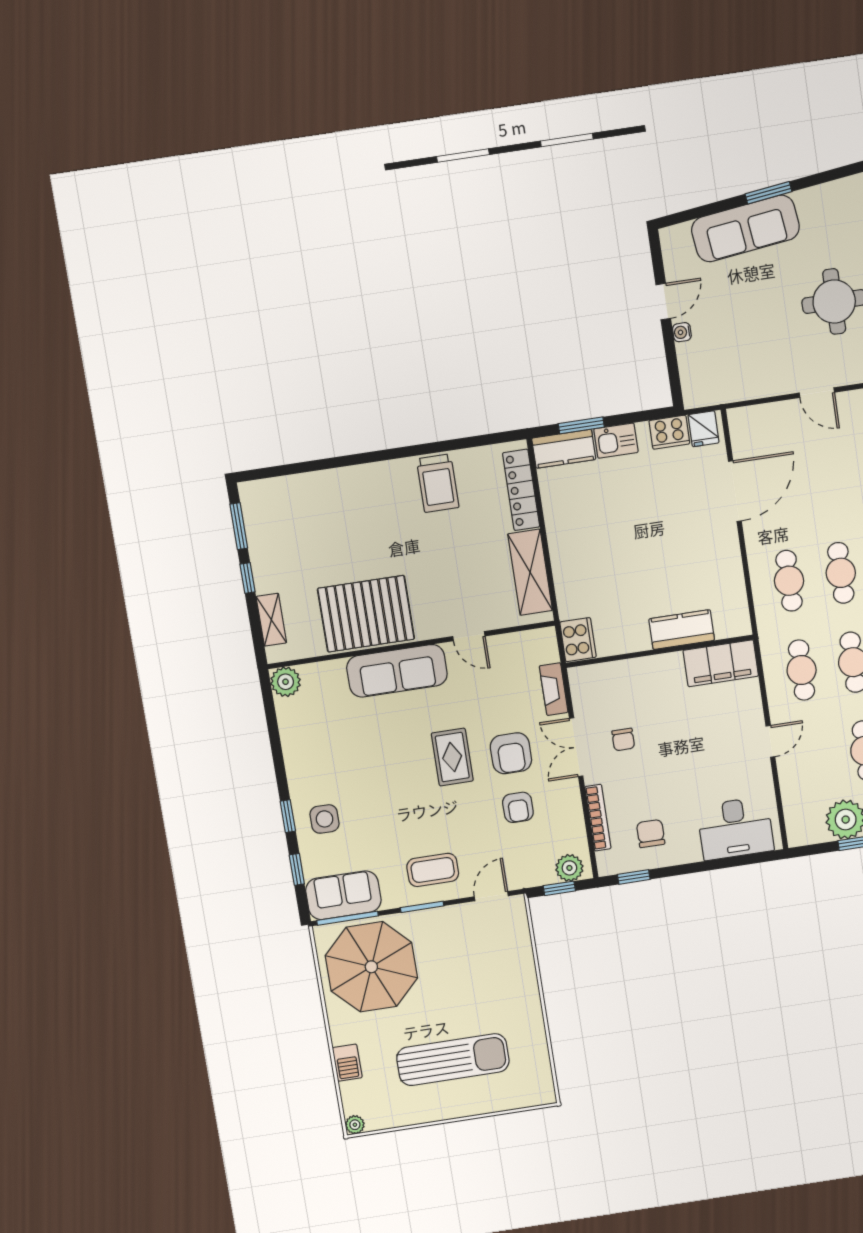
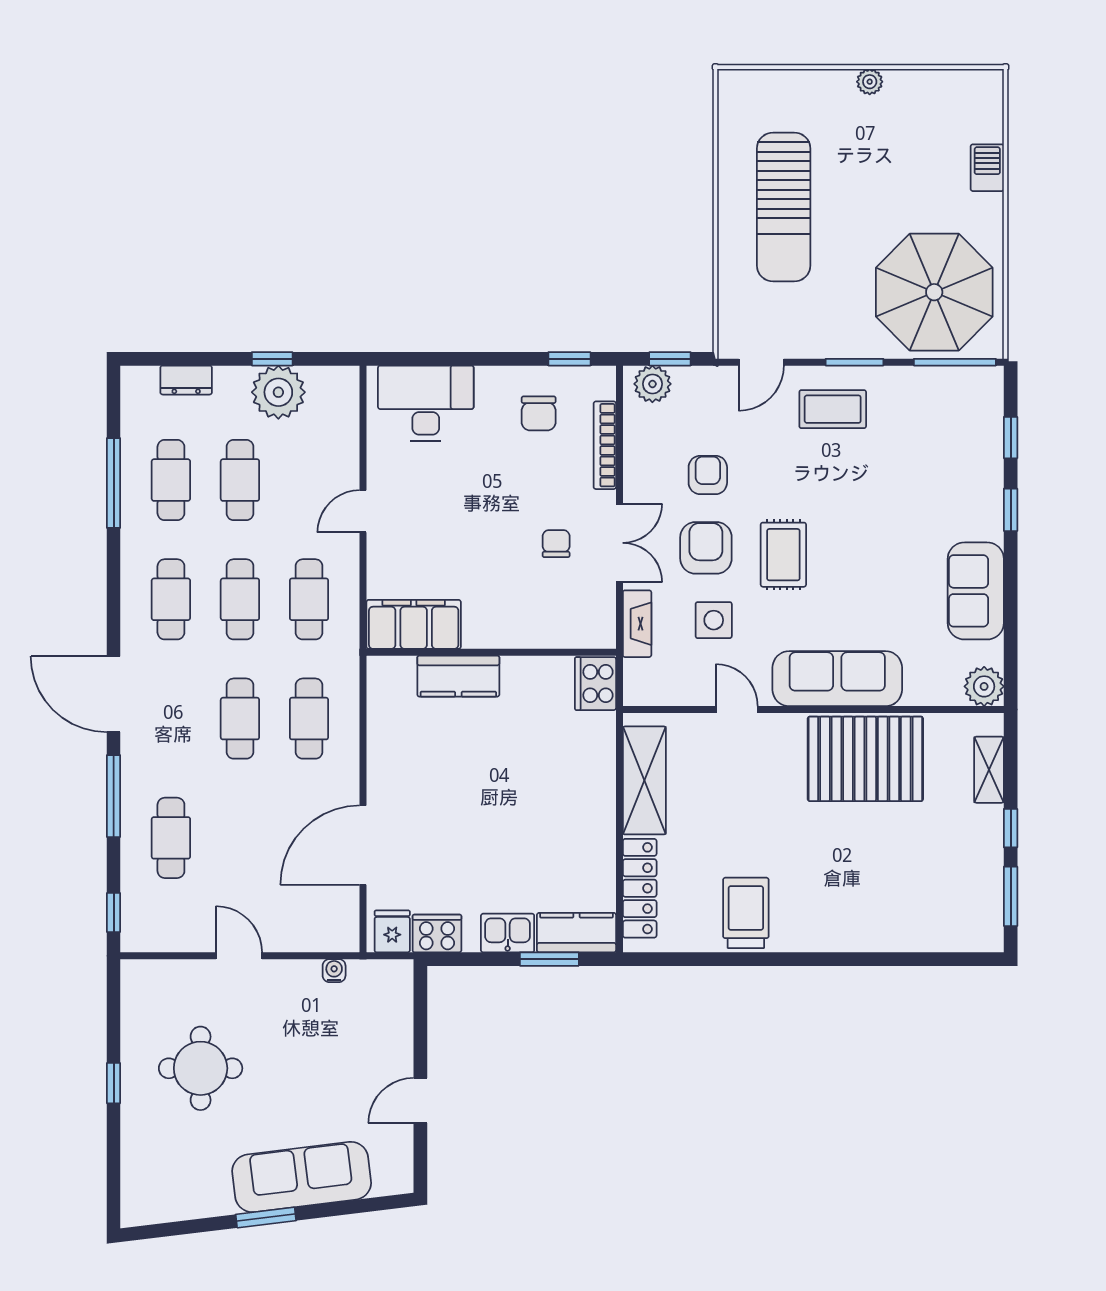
water cooler: (682, 332) -> (334, 971), moved, turned -90
side table: (324, 819) -> (714, 620), moved
sofa: (343, 895) -> (976, 591), moved, turned 90
sun lounger: (453, 1060) -> (784, 207), moved, turned -90
plant: (355, 1125) -> (870, 82), moved

